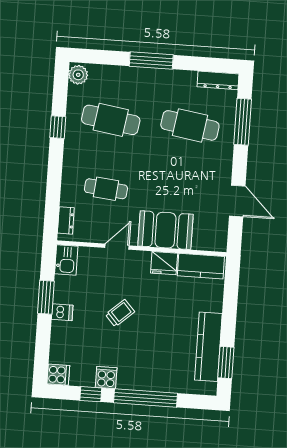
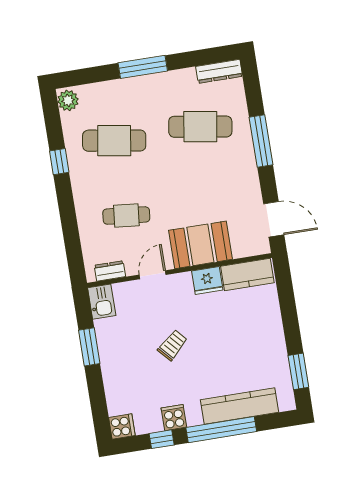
window: (243, 122) -> (261, 141), moved
door: (237, 201) -> (274, 219), moved
dresser: (66, 220) -> (110, 271), moved, turned -90
dishwasher: (62, 312) -> (110, 359), removed
kitchen counter: (208, 347) -> (240, 406), moved, turned 90

